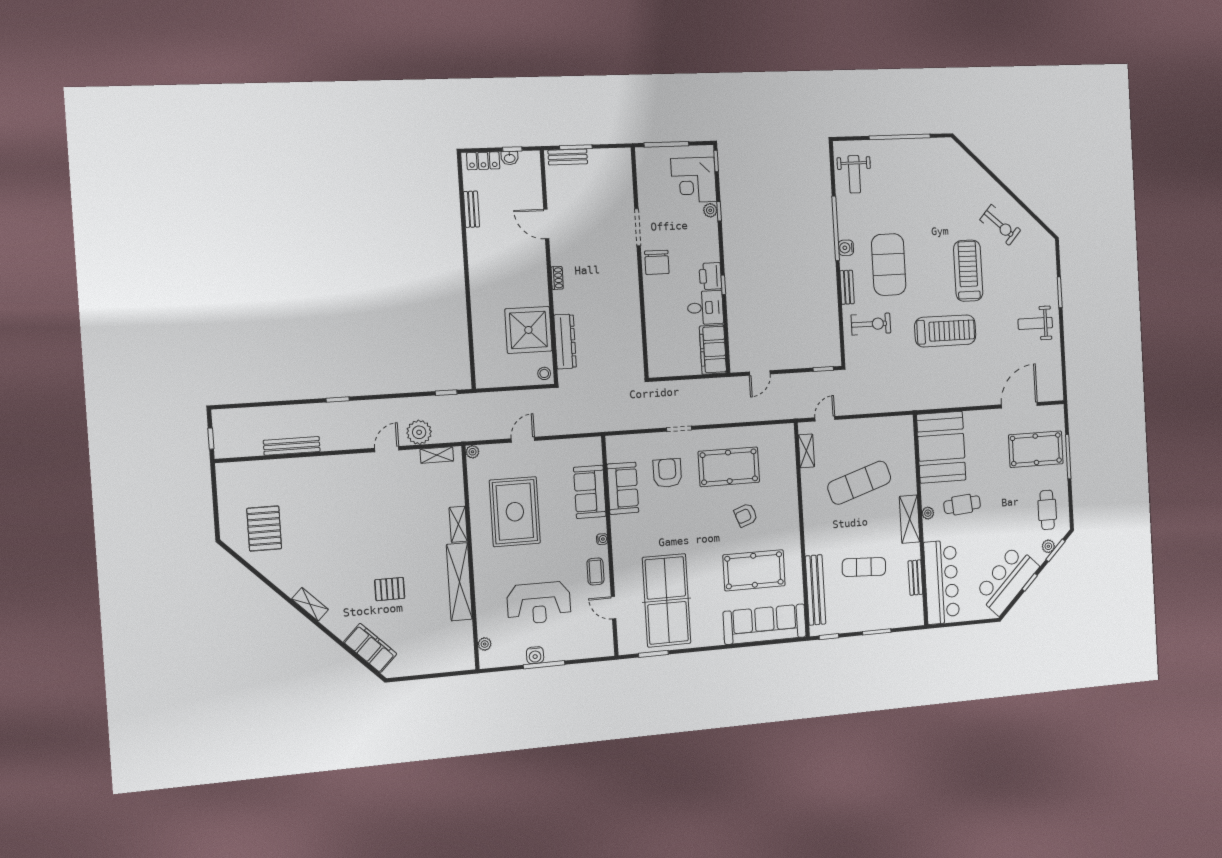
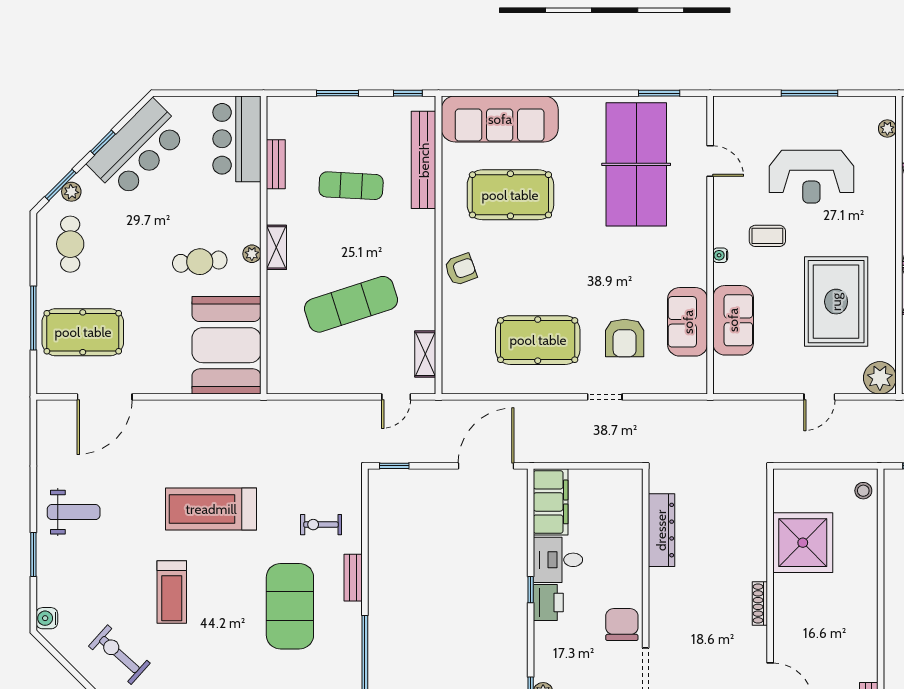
water cooler: (846, 248) -> (47, 618), moved, turned 180
treadmill: (968, 271) -> (172, 592), width x0.73, depth x0.73
shoe rack: (557, 278) -> (760, 604), width x1.43
exercise bike: (871, 324) -> (321, 525), width x0.73, depth x0.72
dresser: (565, 341) -> (661, 530), moved, turned 180
stool: (544, 373) -> (863, 491), moved
door: (760, 373) -> (486, 466), width x1.88
plant: (472, 452) -> (880, 378), width x1.88, depth x1.88
armchair: (746, 515) -> (461, 269), moved
shelving: (910, 519) -> (276, 247), width x0.67, depth x0.75
coffee table: (595, 571) -> (767, 236), moved, turned 90
bar counter: (942, 582) -> (237, 139), width x0.73
reception desk: (539, 603) -> (811, 177), turned 180
water cooler: (535, 655) -> (821, 107), removed

